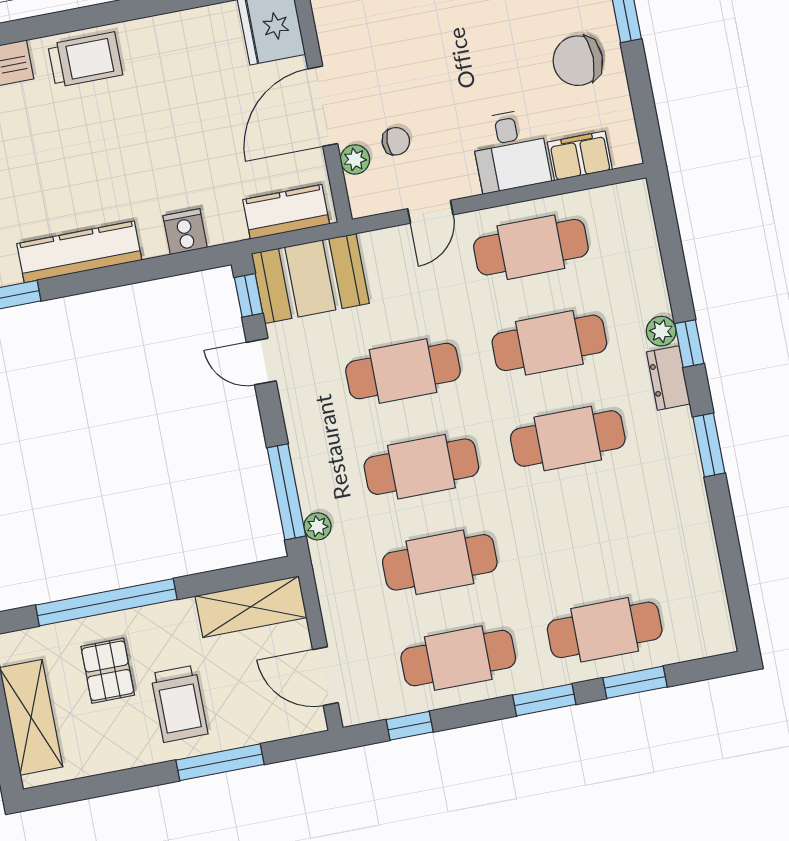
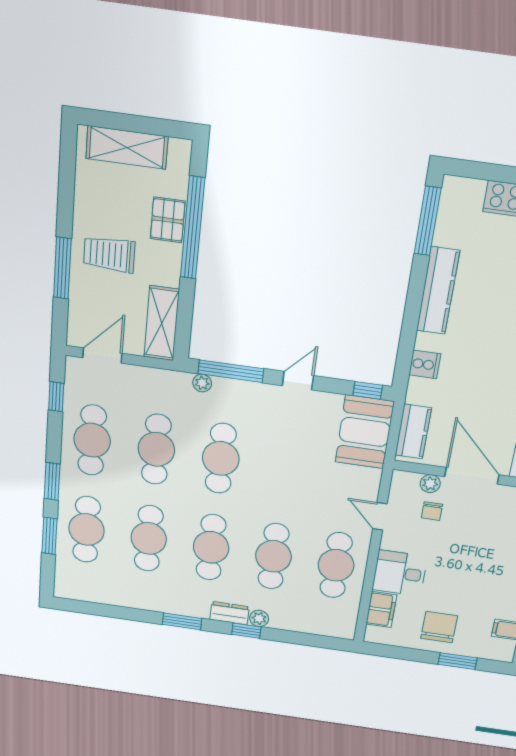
door: (261, 362) -> (298, 381), moved
cafe table: (403, 371) -> (149, 538), moved
pallet: (108, 671) -> (168, 220), moved, turned 90

